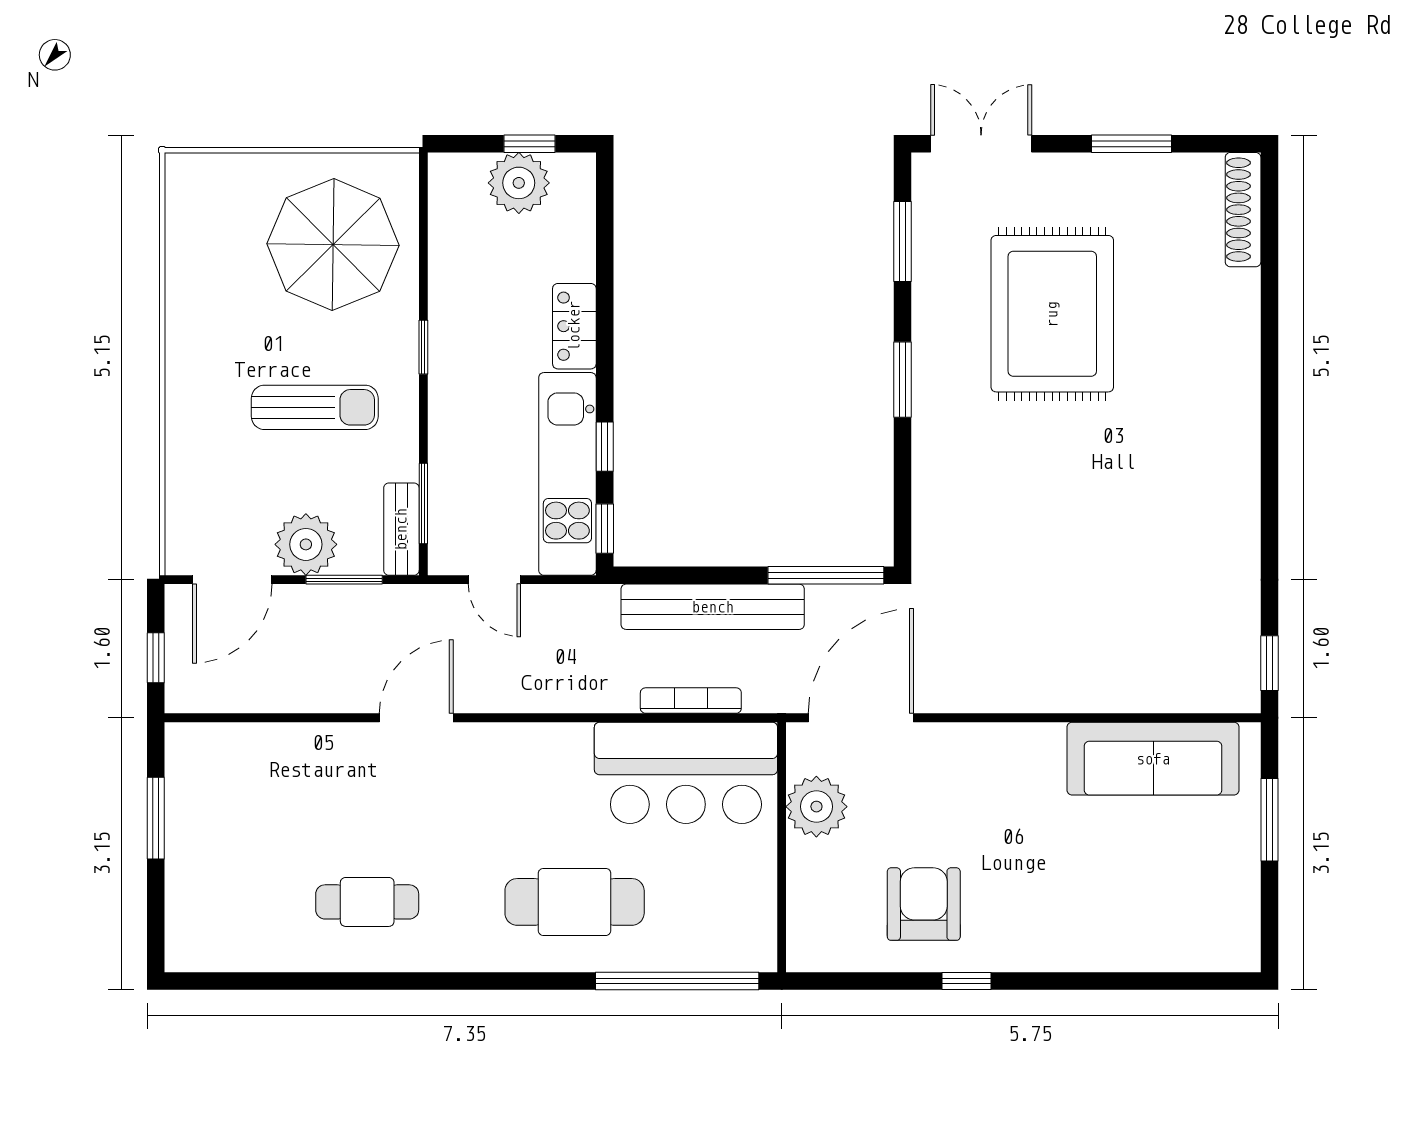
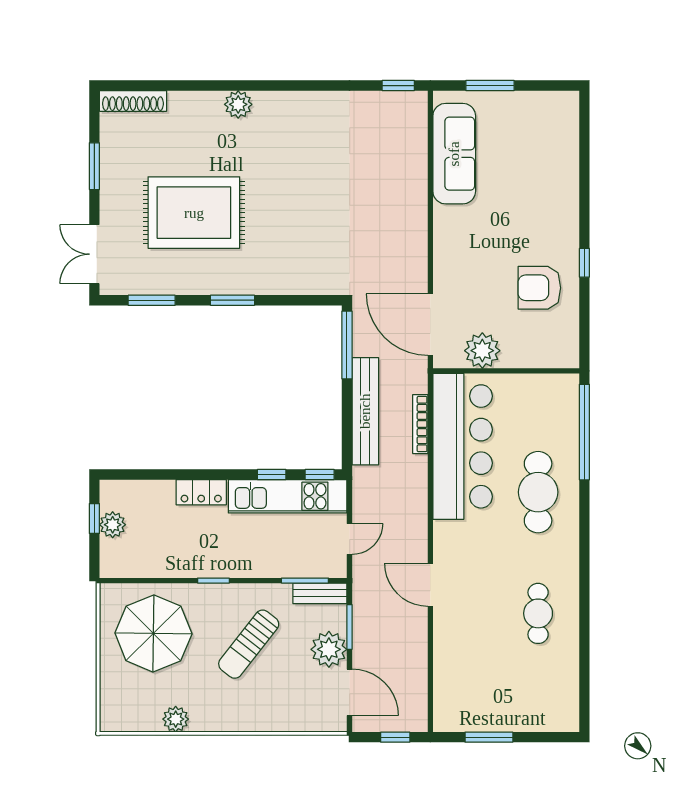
plant: (519, 183) -> (113, 525), width x0.73, depth x0.73
plant: (187, 283) -> (176, 719), added
plant: (1237, 389) -> (238, 104), added
sun lounger: (315, 407) -> (249, 644), turned -142
bar counter: (686, 773) -> (463, 446), width x1.36

